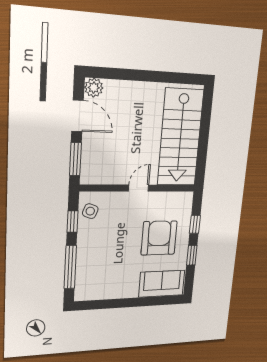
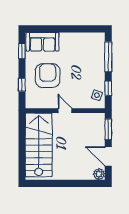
door: (139, 188) -> (65, 111), swing flipped
armchair: (159, 238) -> (48, 76), turned 180
window: (192, 255) -> (22, 51), moved

